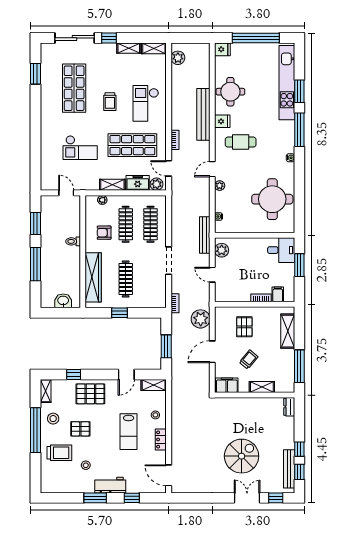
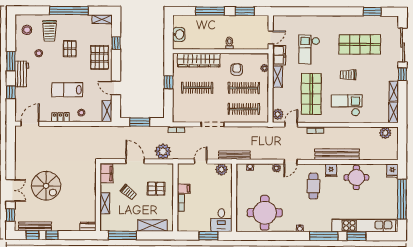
door: (212, 169) -> (290, 162), swing flipped
freezer: (138, 183) -> (279, 55), moved
filing cabinet: (278, 294) -> (184, 189), moved
stool: (53, 419) -> (27, 30), moved

